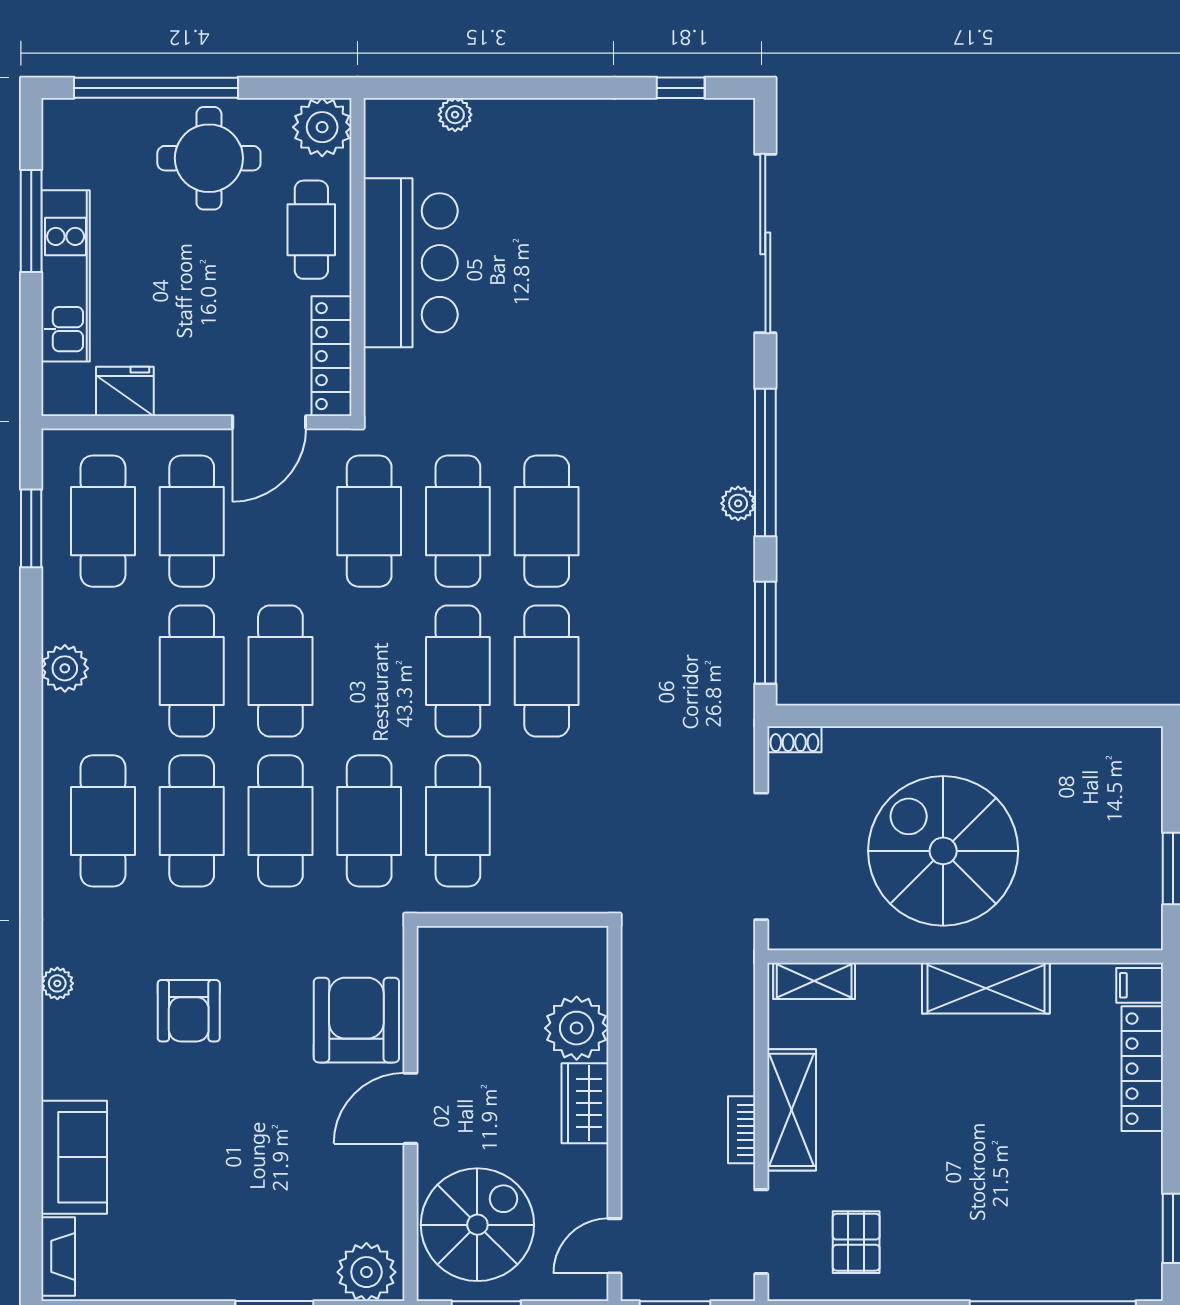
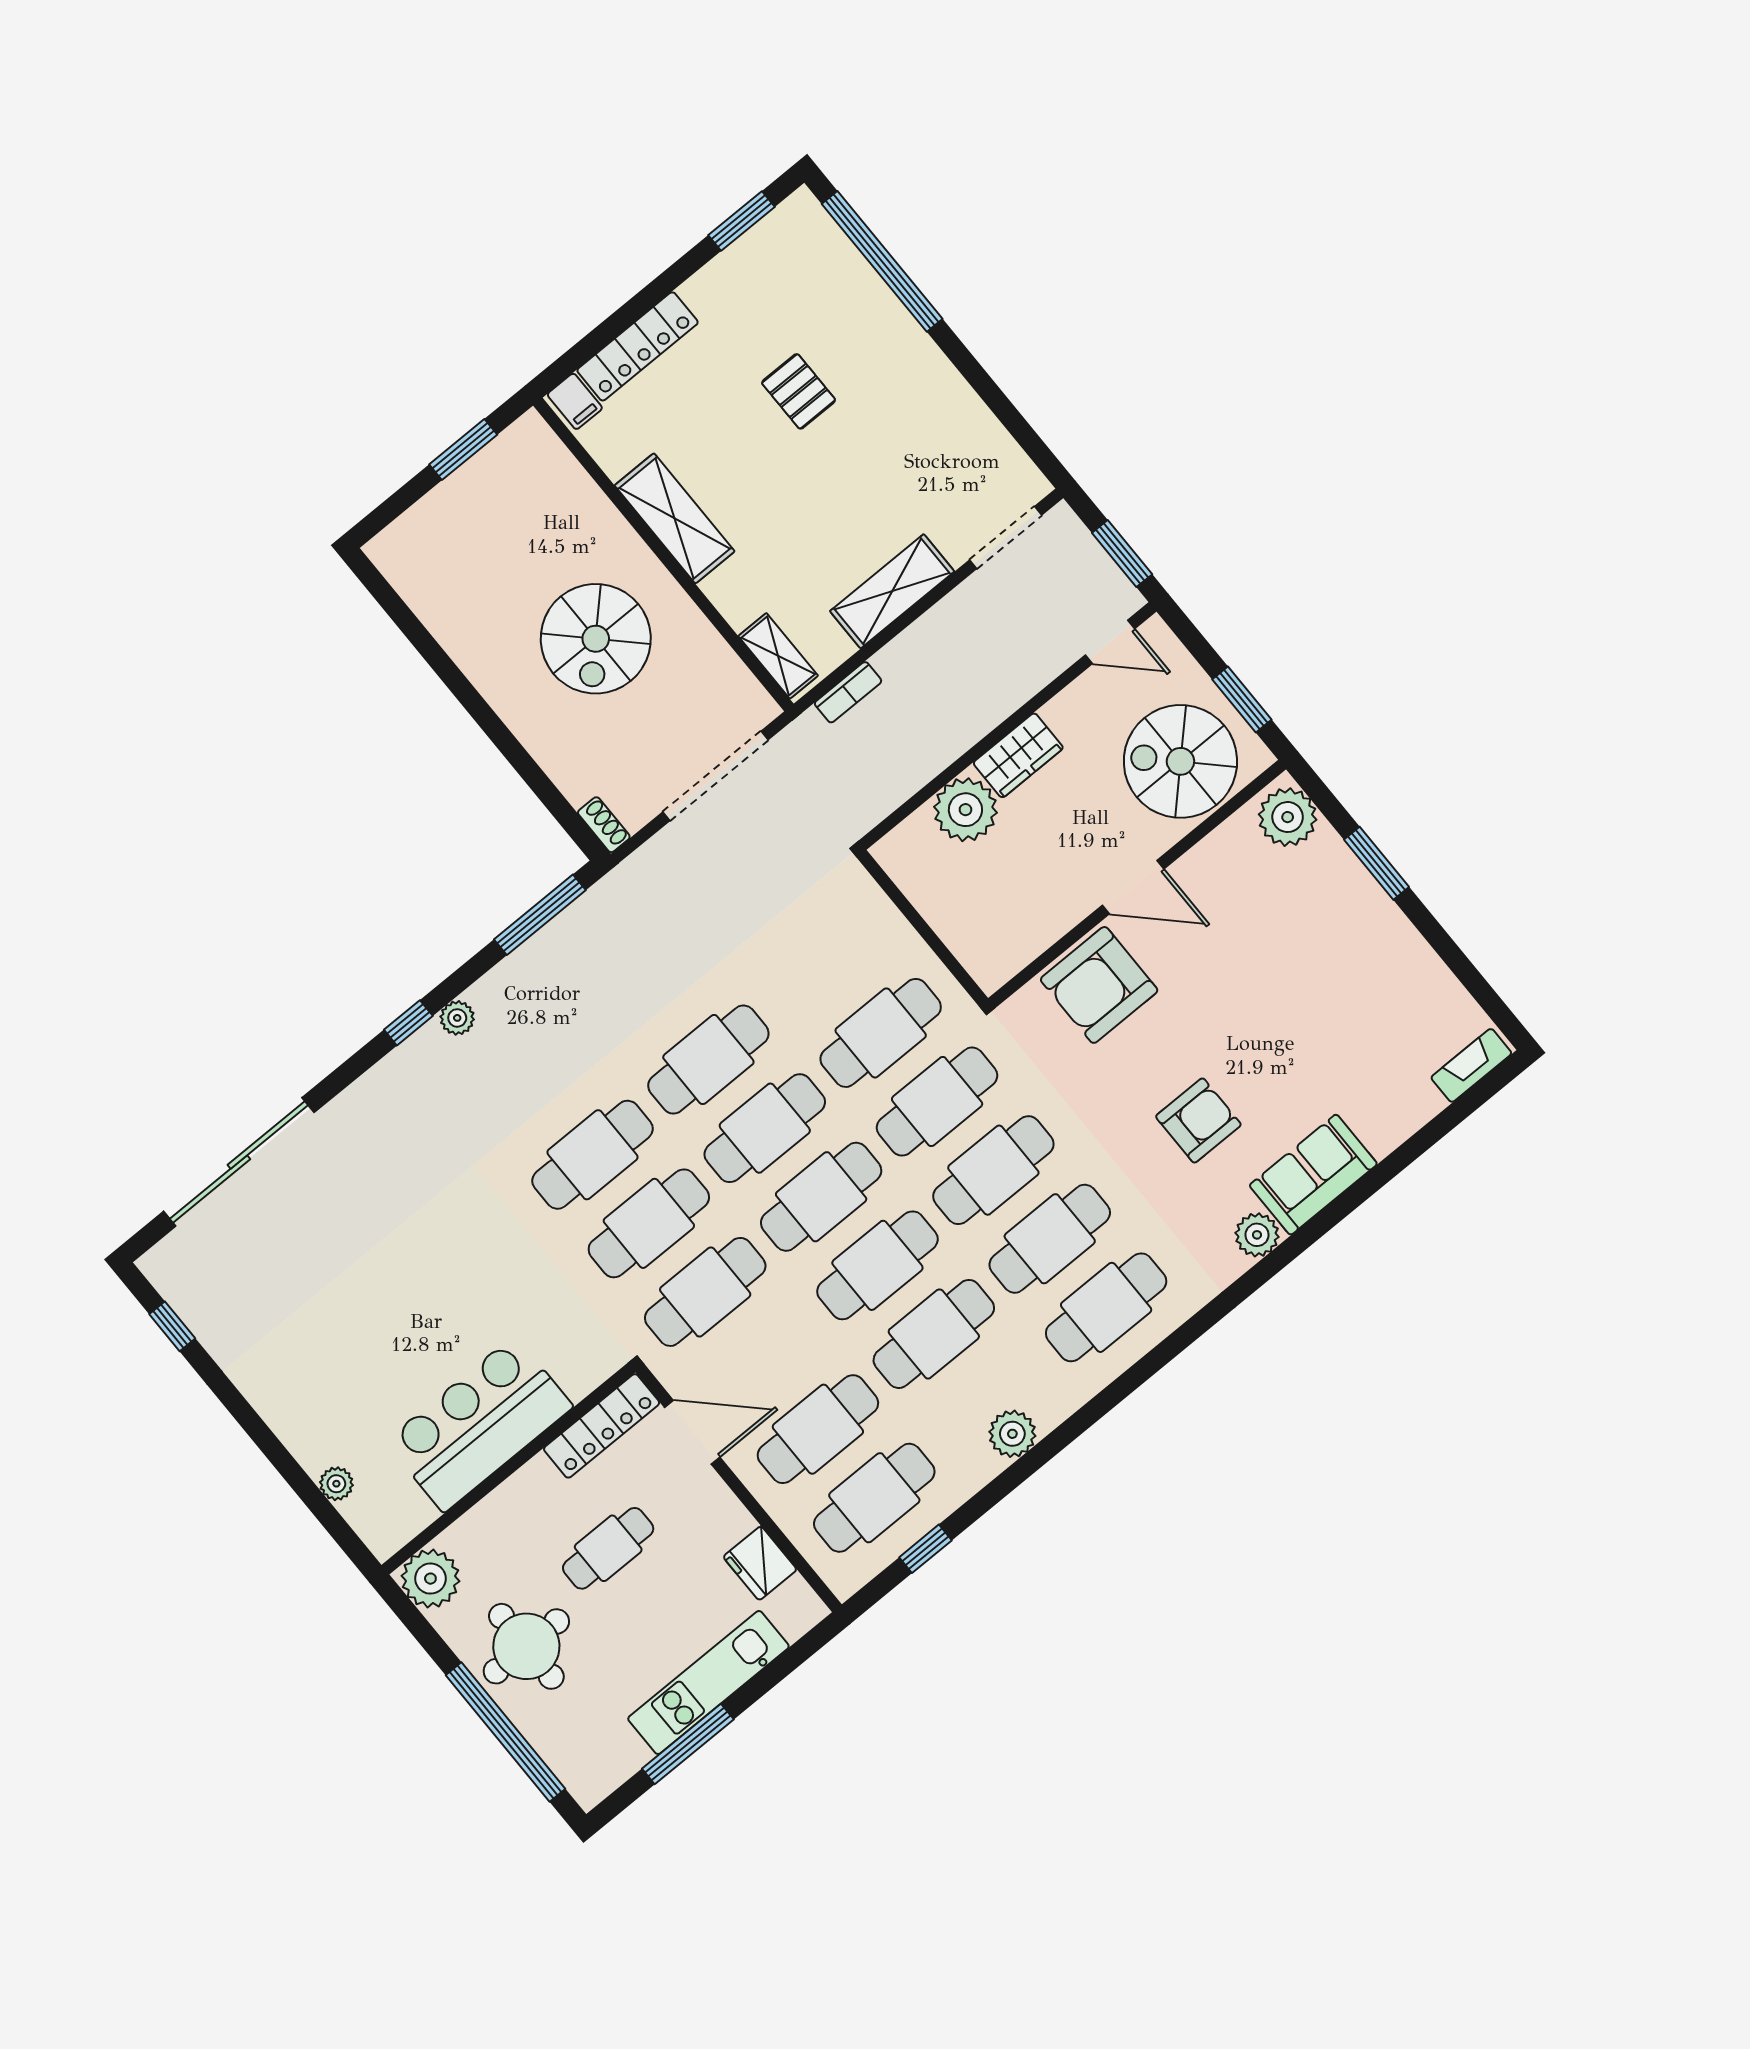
cafe table: (311, 230) -> (608, 1548), moved
window: (765, 463) -> (408, 1023), width x0.32
window: (31, 528) -> (925, 1549), width x0.67
cafe table: (369, 671) -> (821, 1197), added
spiral stairs: (943, 851) -> (596, 639), width x0.73, depth x0.73
plant: (57, 983) -> (1257, 1235), width x1.38, depth x1.38
bookcase: (742, 1130) -> (848, 692), moved
sofa: (74, 1157) -> (1313, 1175), moved
pallet: (856, 1242) -> (799, 391), moved, turned 90

